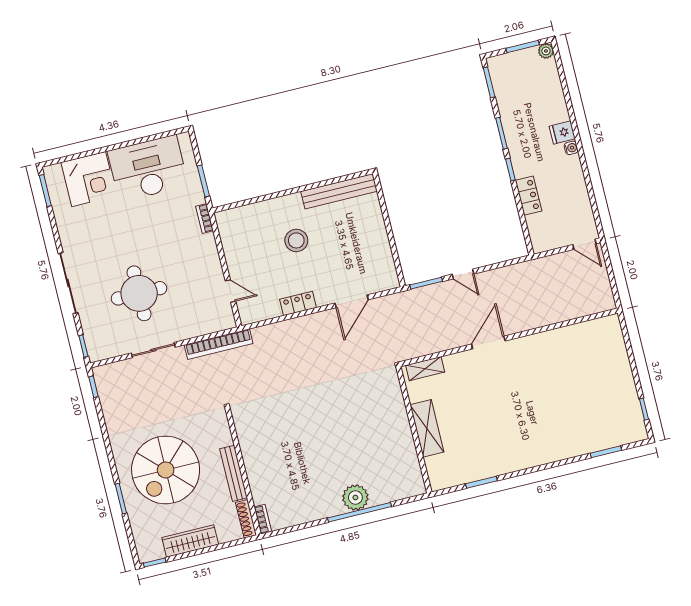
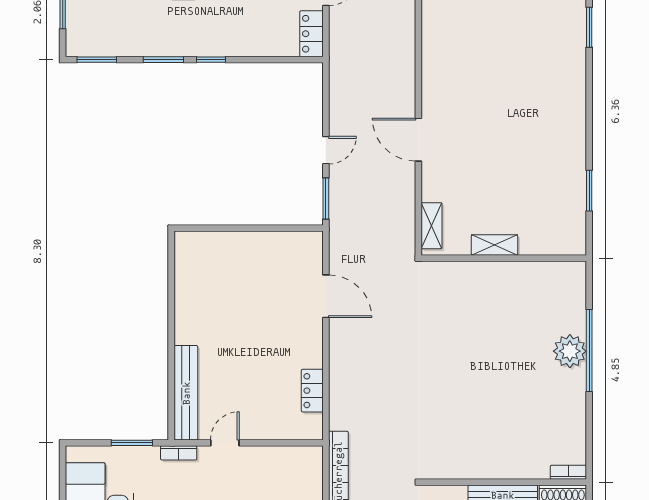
bench: (339, 191) -> (186, 393), moved
locker: (529, 196) -> (312, 34), moved, turned -90
stool: (296, 240) -> (234, 346), removed
door: (230, 291) -> (225, 443), moved
locker: (298, 304) -> (312, 391), moved
shelving: (427, 428) -> (494, 245), width x0.67, depth x0.75

